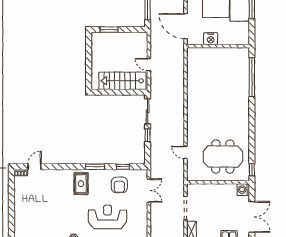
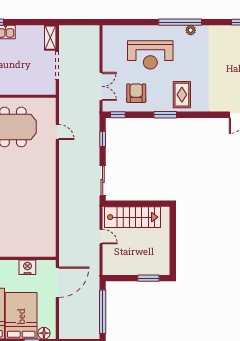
door: (186, 26) -> (57, 282), hinge flipped
window: (148, 135) -> (103, 139), moved
window: (123, 167) -> (118, 115), moved
double door: (149, 191) -> (101, 86), swing flipped

